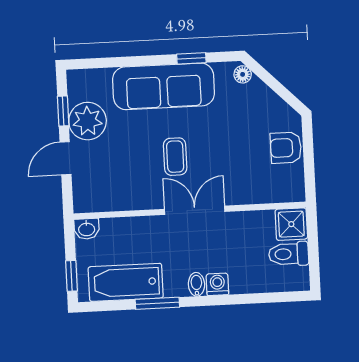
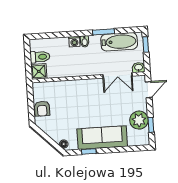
armchair: (286, 148) -> (42, 109), turned 90
coffee table: (175, 157) -> (96, 103), removed
door: (66, 158) -> (149, 90), moved
double door: (195, 210) -> (117, 75), moved

